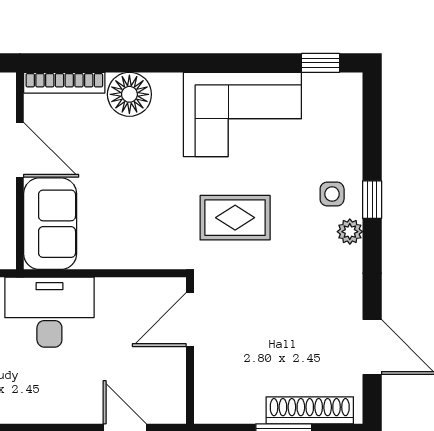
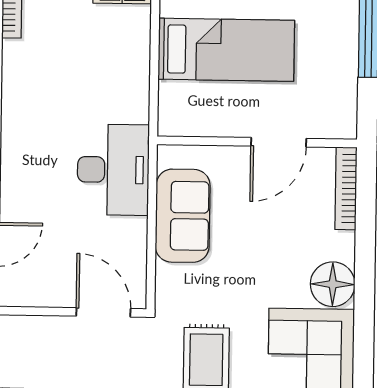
floor lamp: (129, 94) -> (333, 284), moved
sofa: (50, 224) -> (183, 216), moved, turned -90

